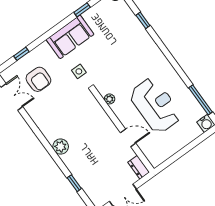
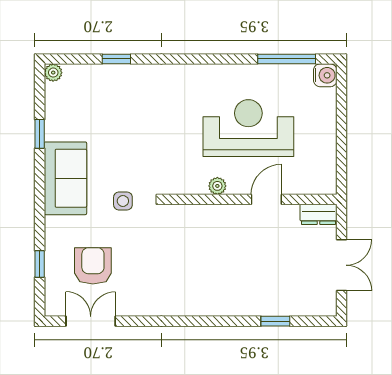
armchair: (38, 79) -> (93, 266), turned -90
plant: (110, 99) -> (217, 186), moved
plant: (61, 147) -> (210, 303), removed

